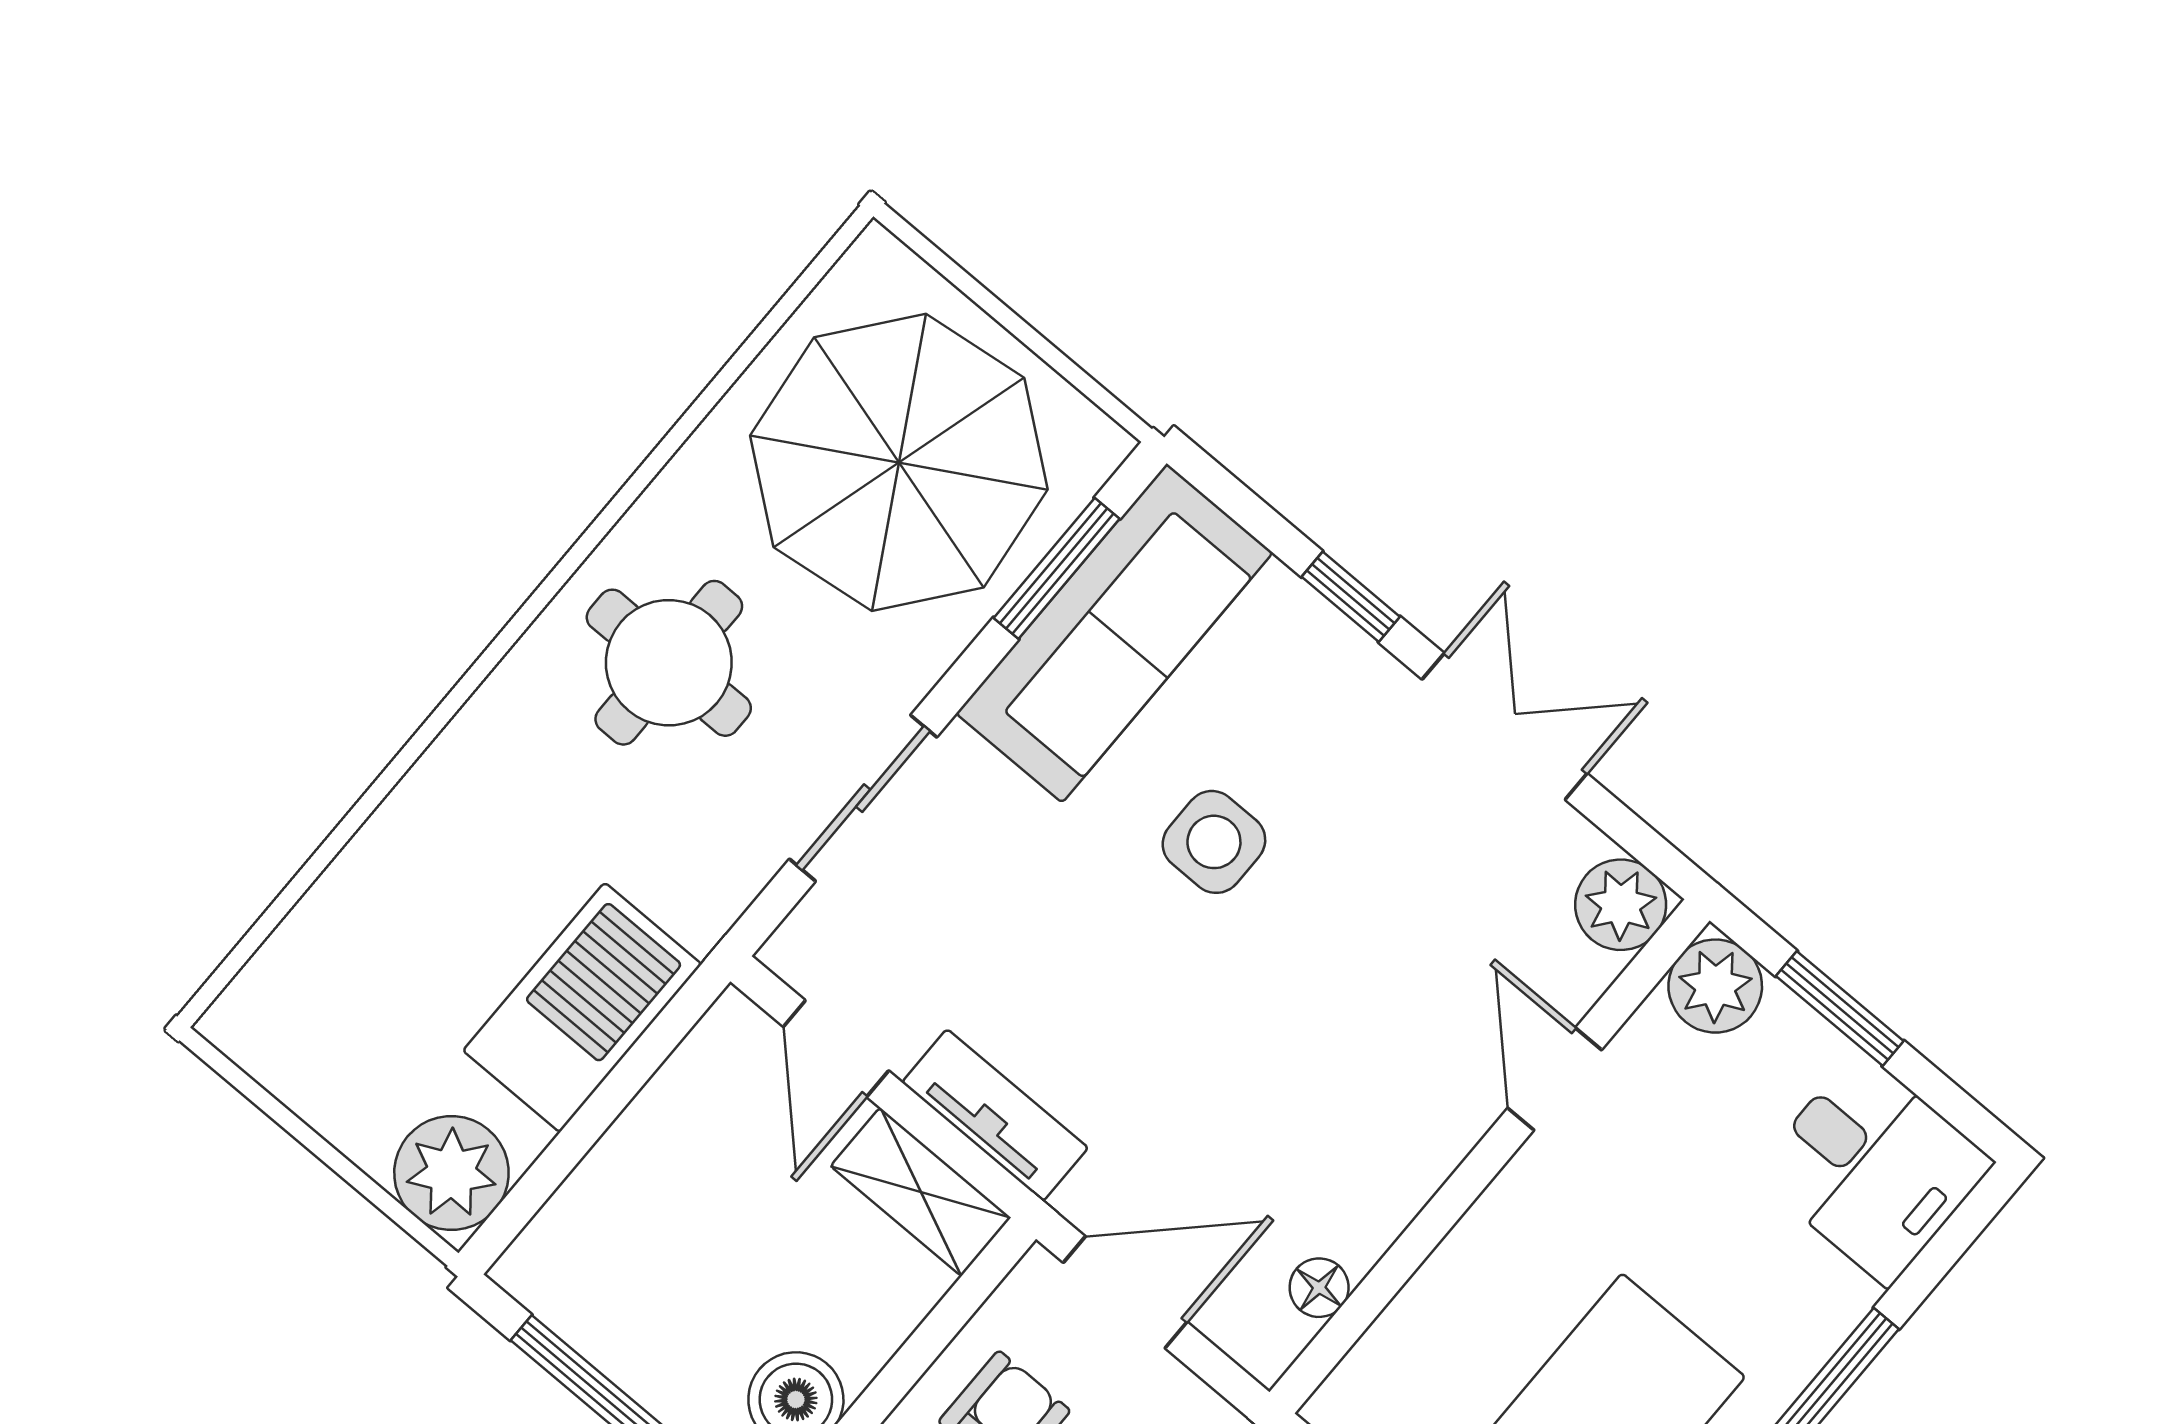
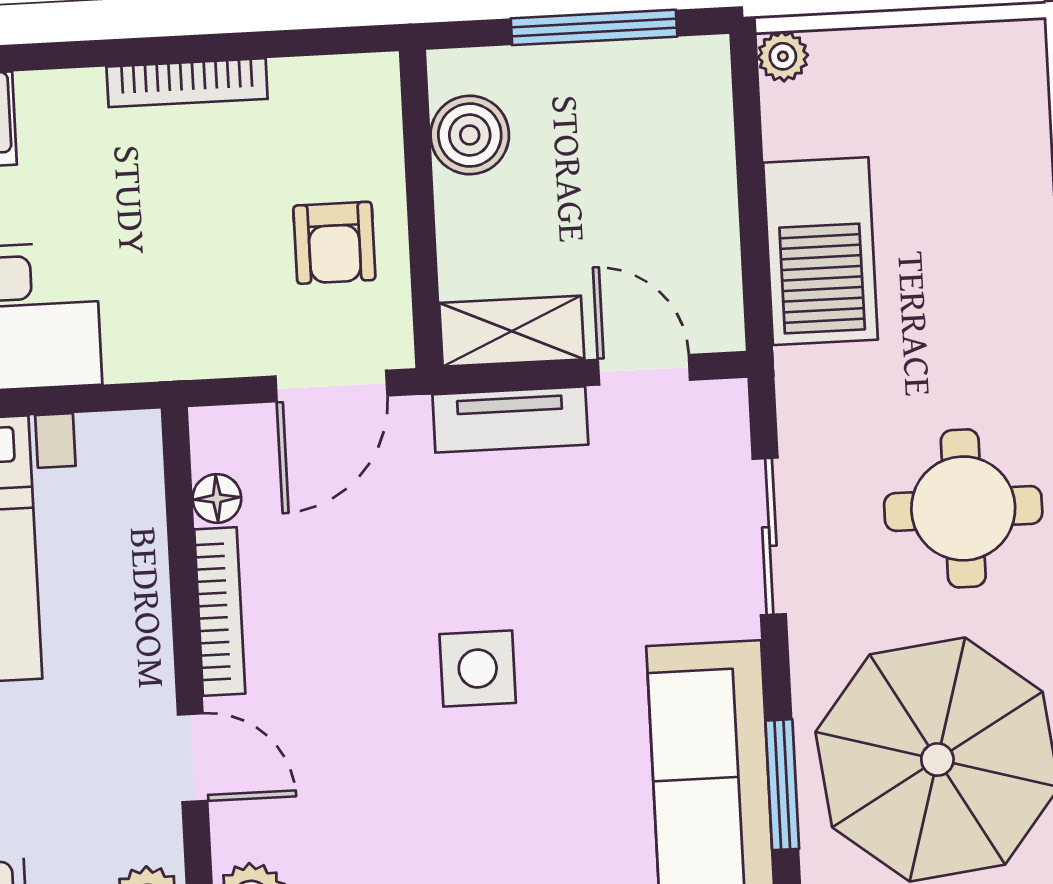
side table: (1214, 842) -> (478, 669), moved
plant: (451, 1173) -> (783, 56), width x0.53, depth x0.53
bookcase: (1410, 1186) -> (220, 611), added

